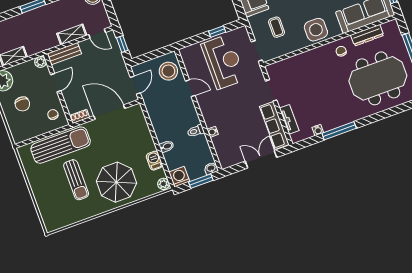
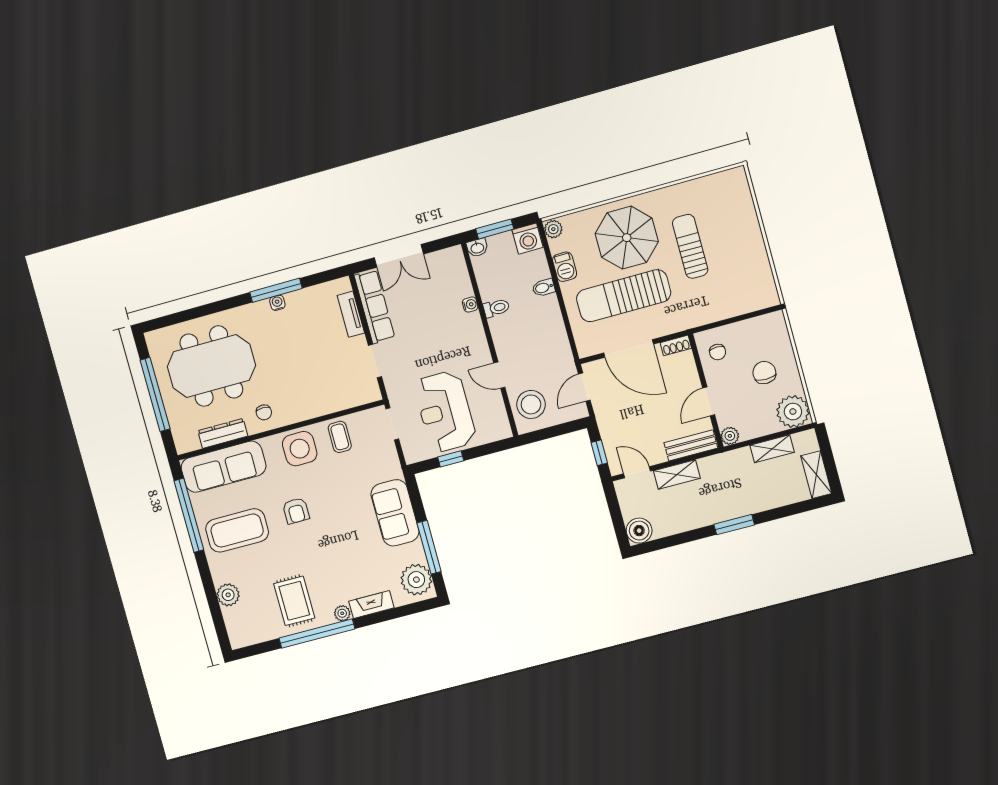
coffee table: (277, 27) -> (340, 437), moved
water cooler: (318, 130) -> (277, 303), moved
sun lounger: (61, 145) -> (624, 296), moved

